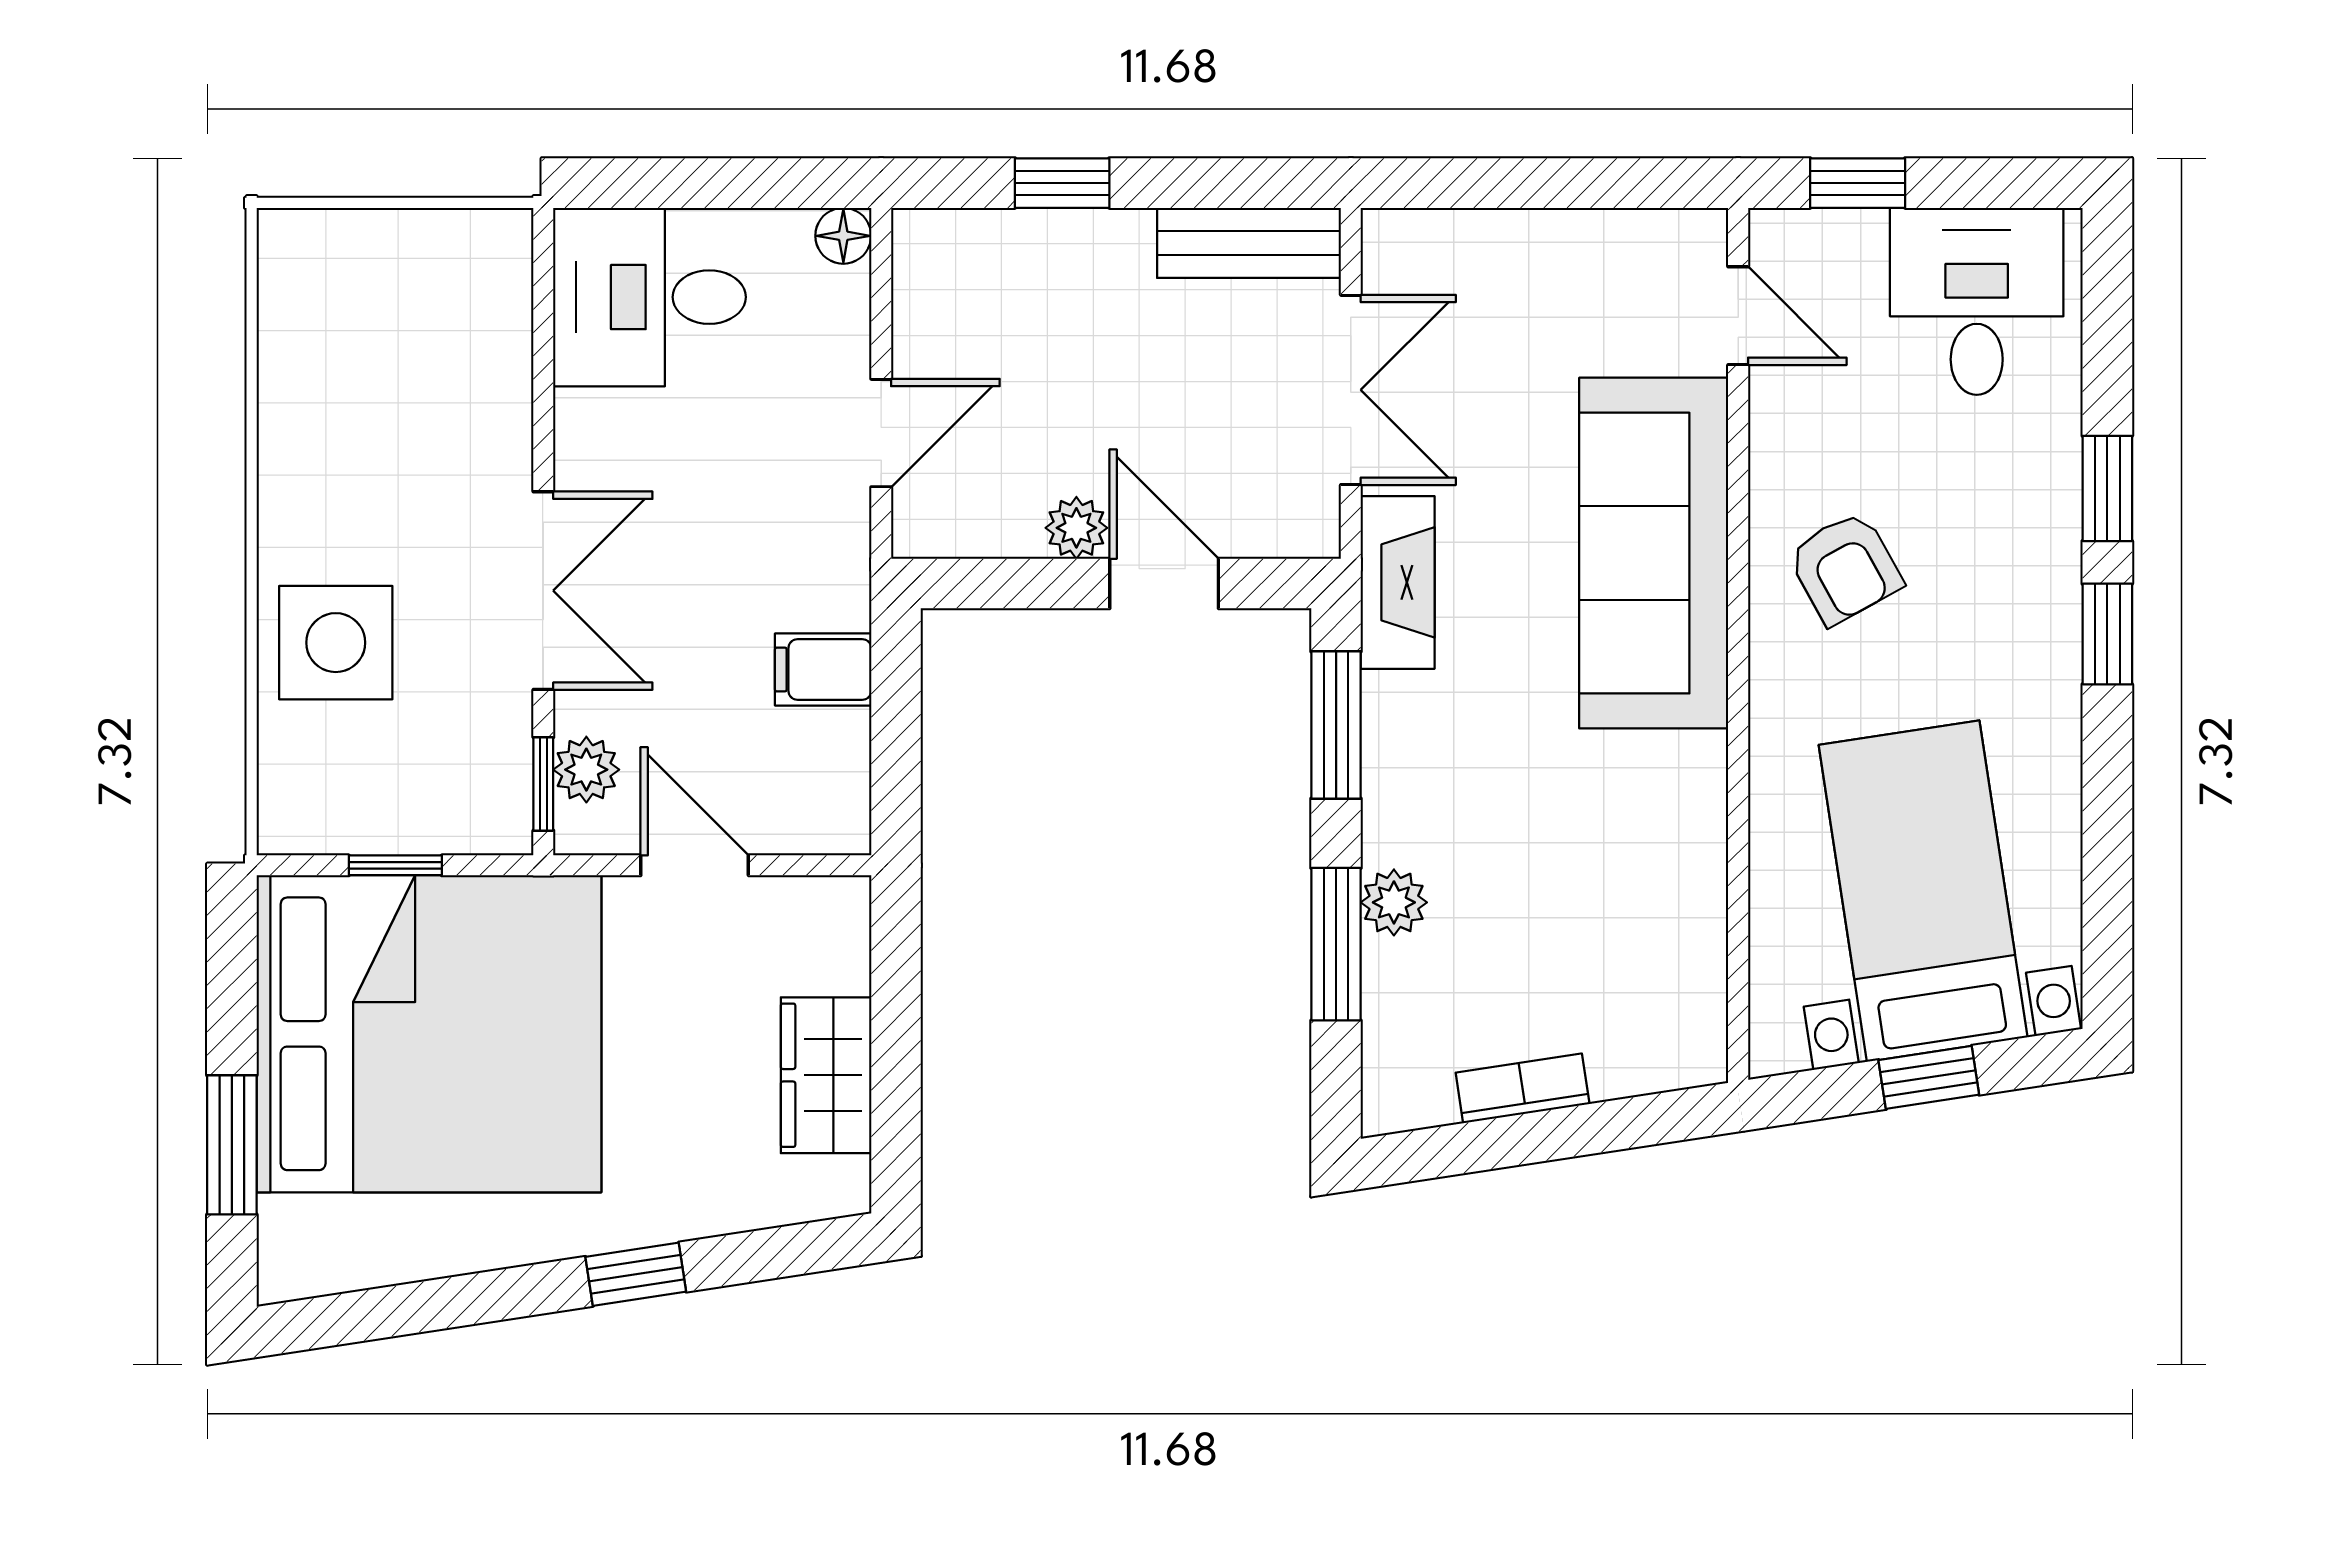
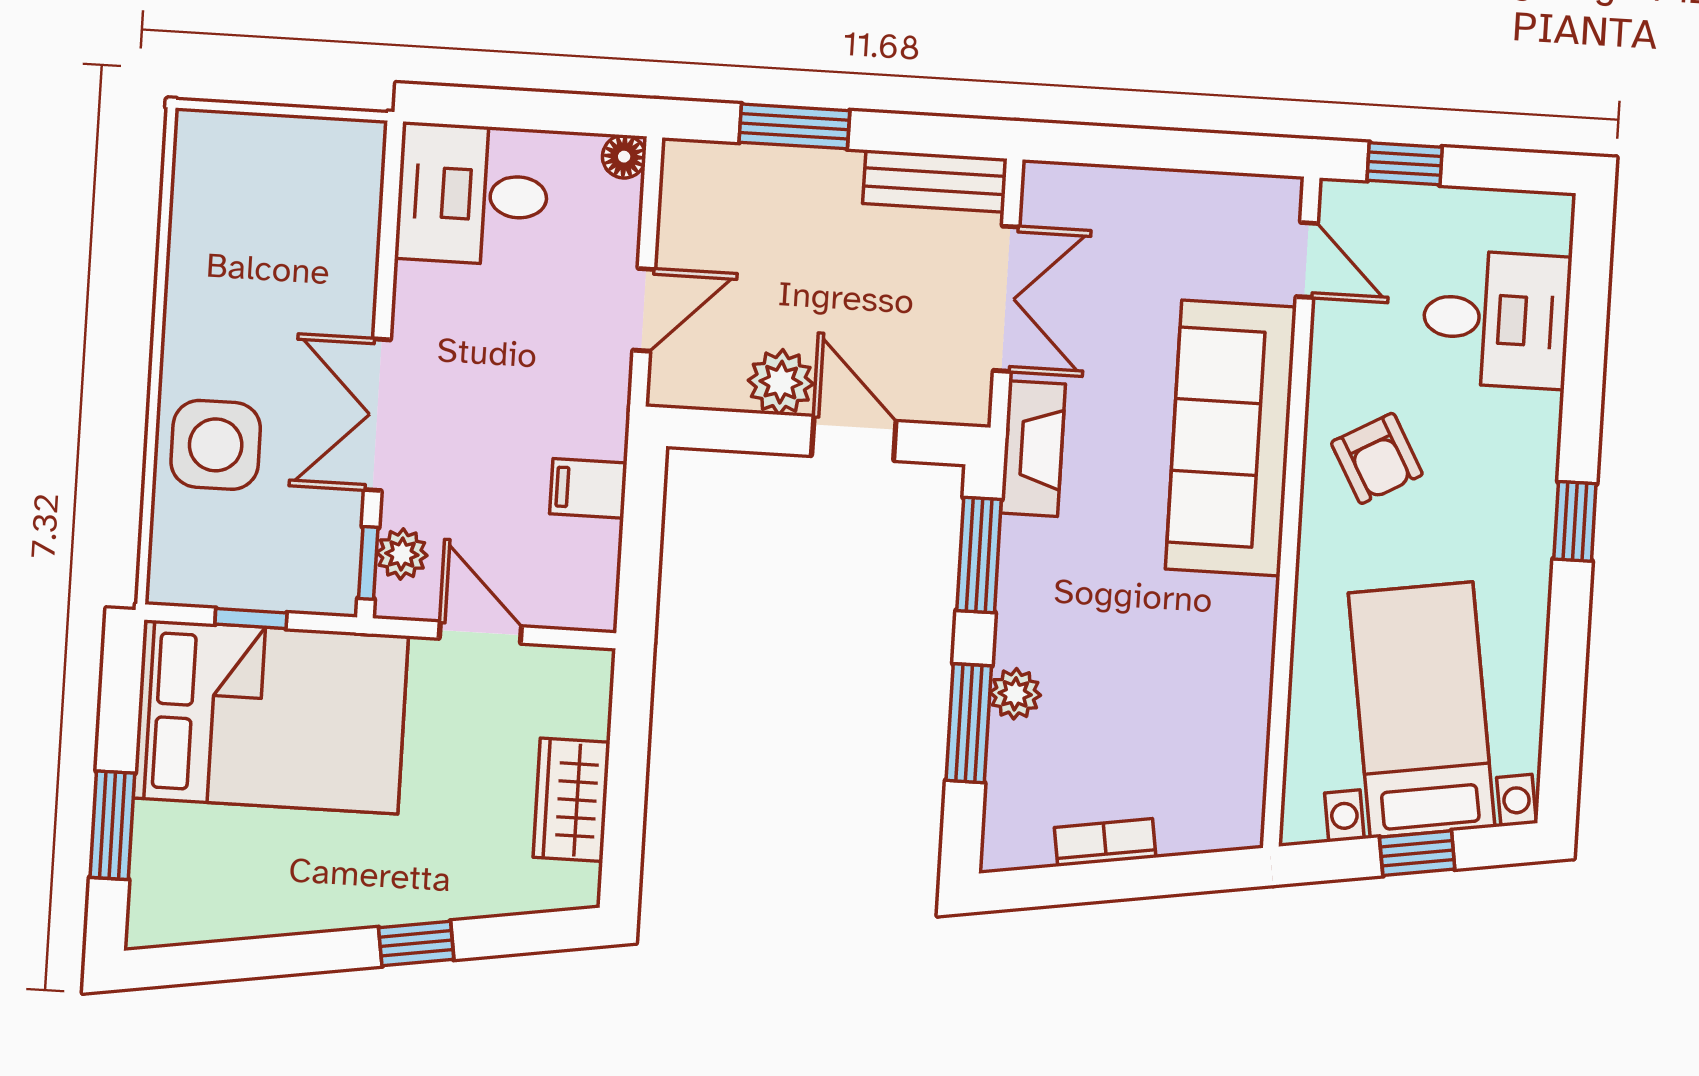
window: (1062, 183) -> (794, 126), width x1.50
desk: (1977, 301) -> (1496, 319), moved, turned 90
window: (2107, 488) -> (1582, 410), removed
plant: (1076, 528) -> (781, 382), width x1.38, depth x1.38
double door: (543, 591) -> (377, 415), swing flipped
bed: (429, 1034) -> (271, 717), width x0.73

